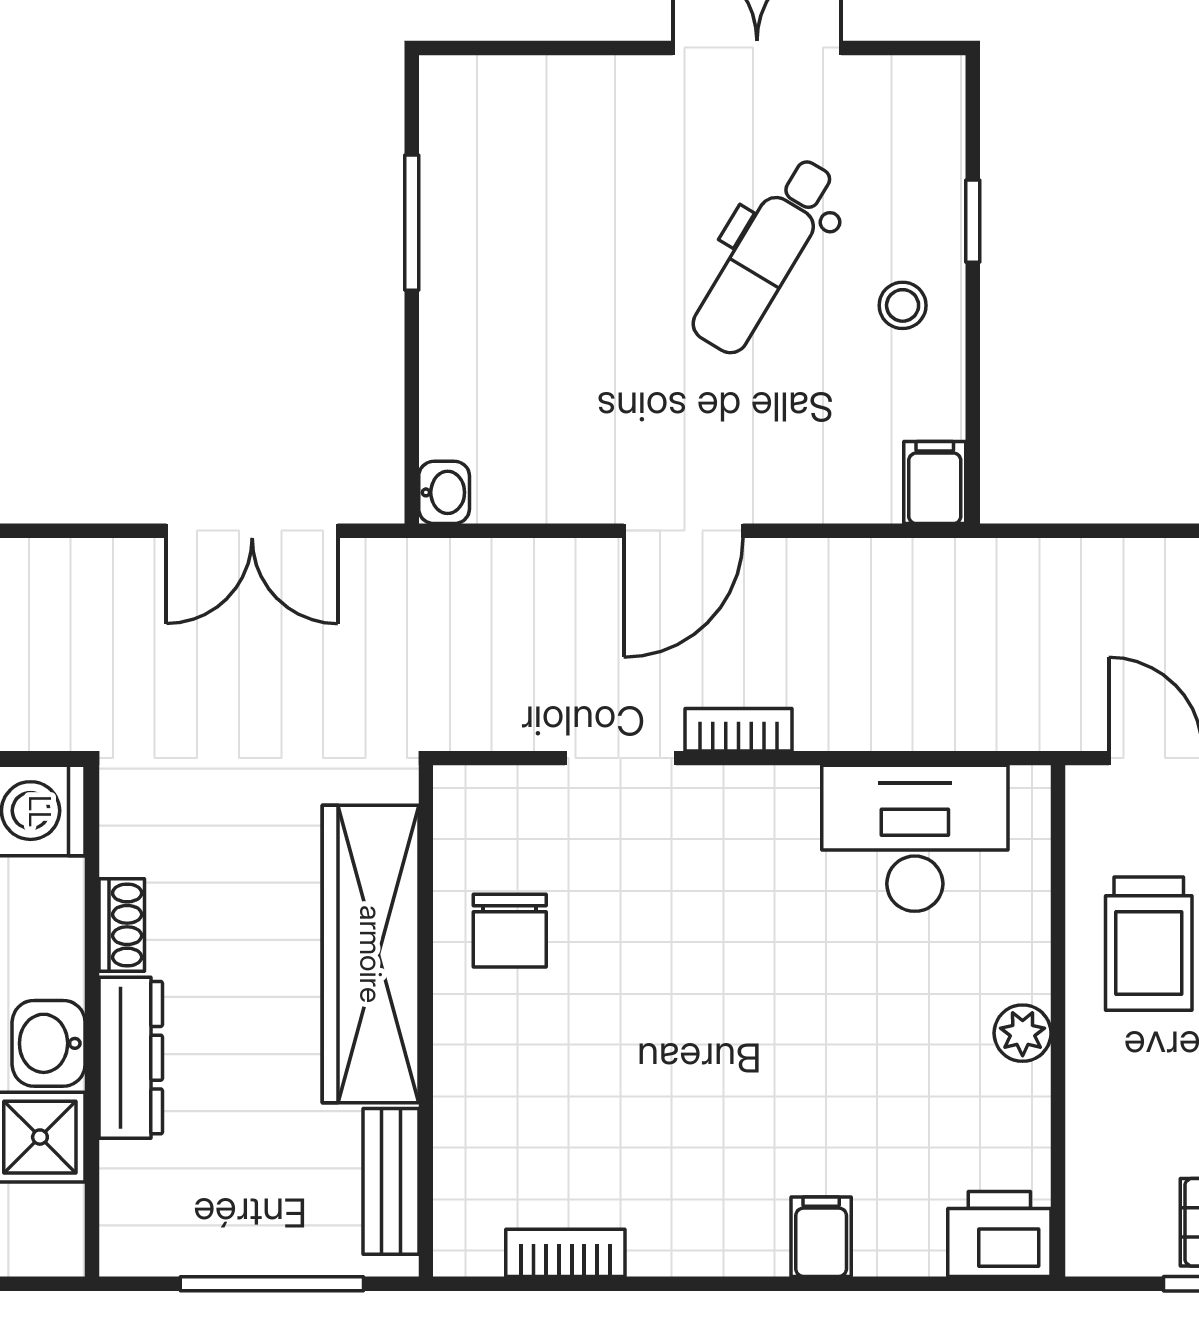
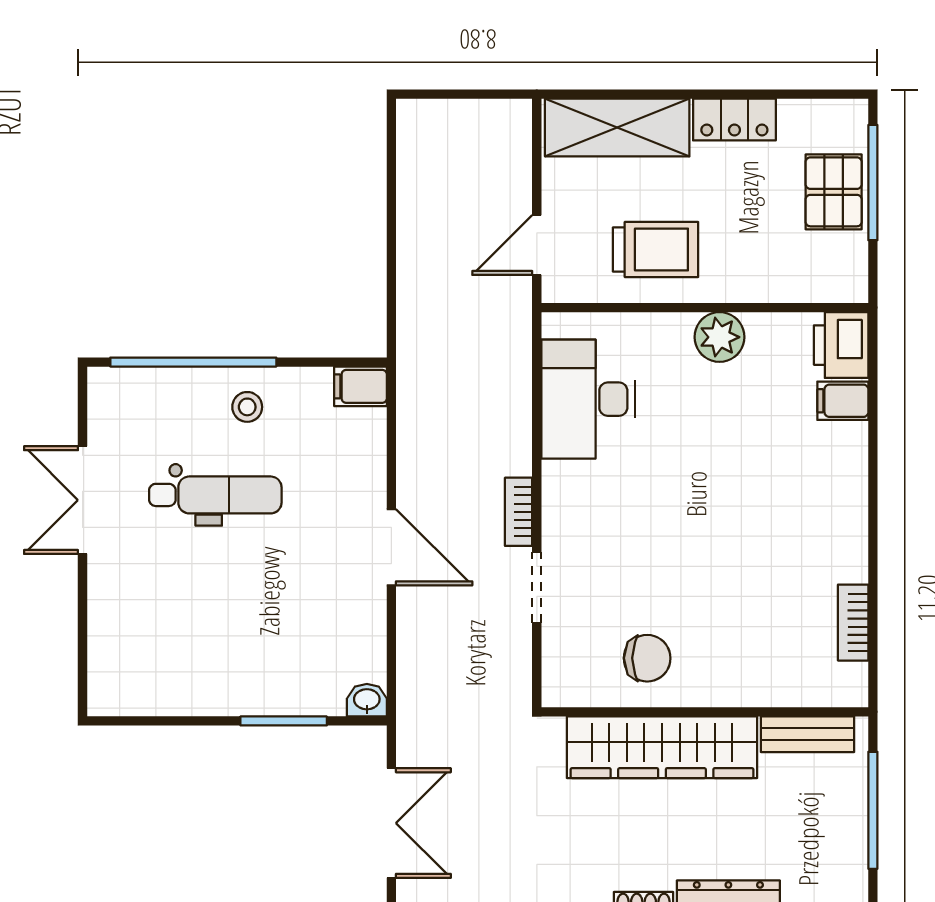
window: (973, 221) -> (193, 362), width x3.17
window: (412, 223) -> (284, 721), moved
dental chair: (765, 256) -> (215, 495), turned -31
plant: (1023, 1033) -> (719, 337), width x1.38, depth x1.38
filing cabinet: (821, 1237) -> (843, 401), moved

